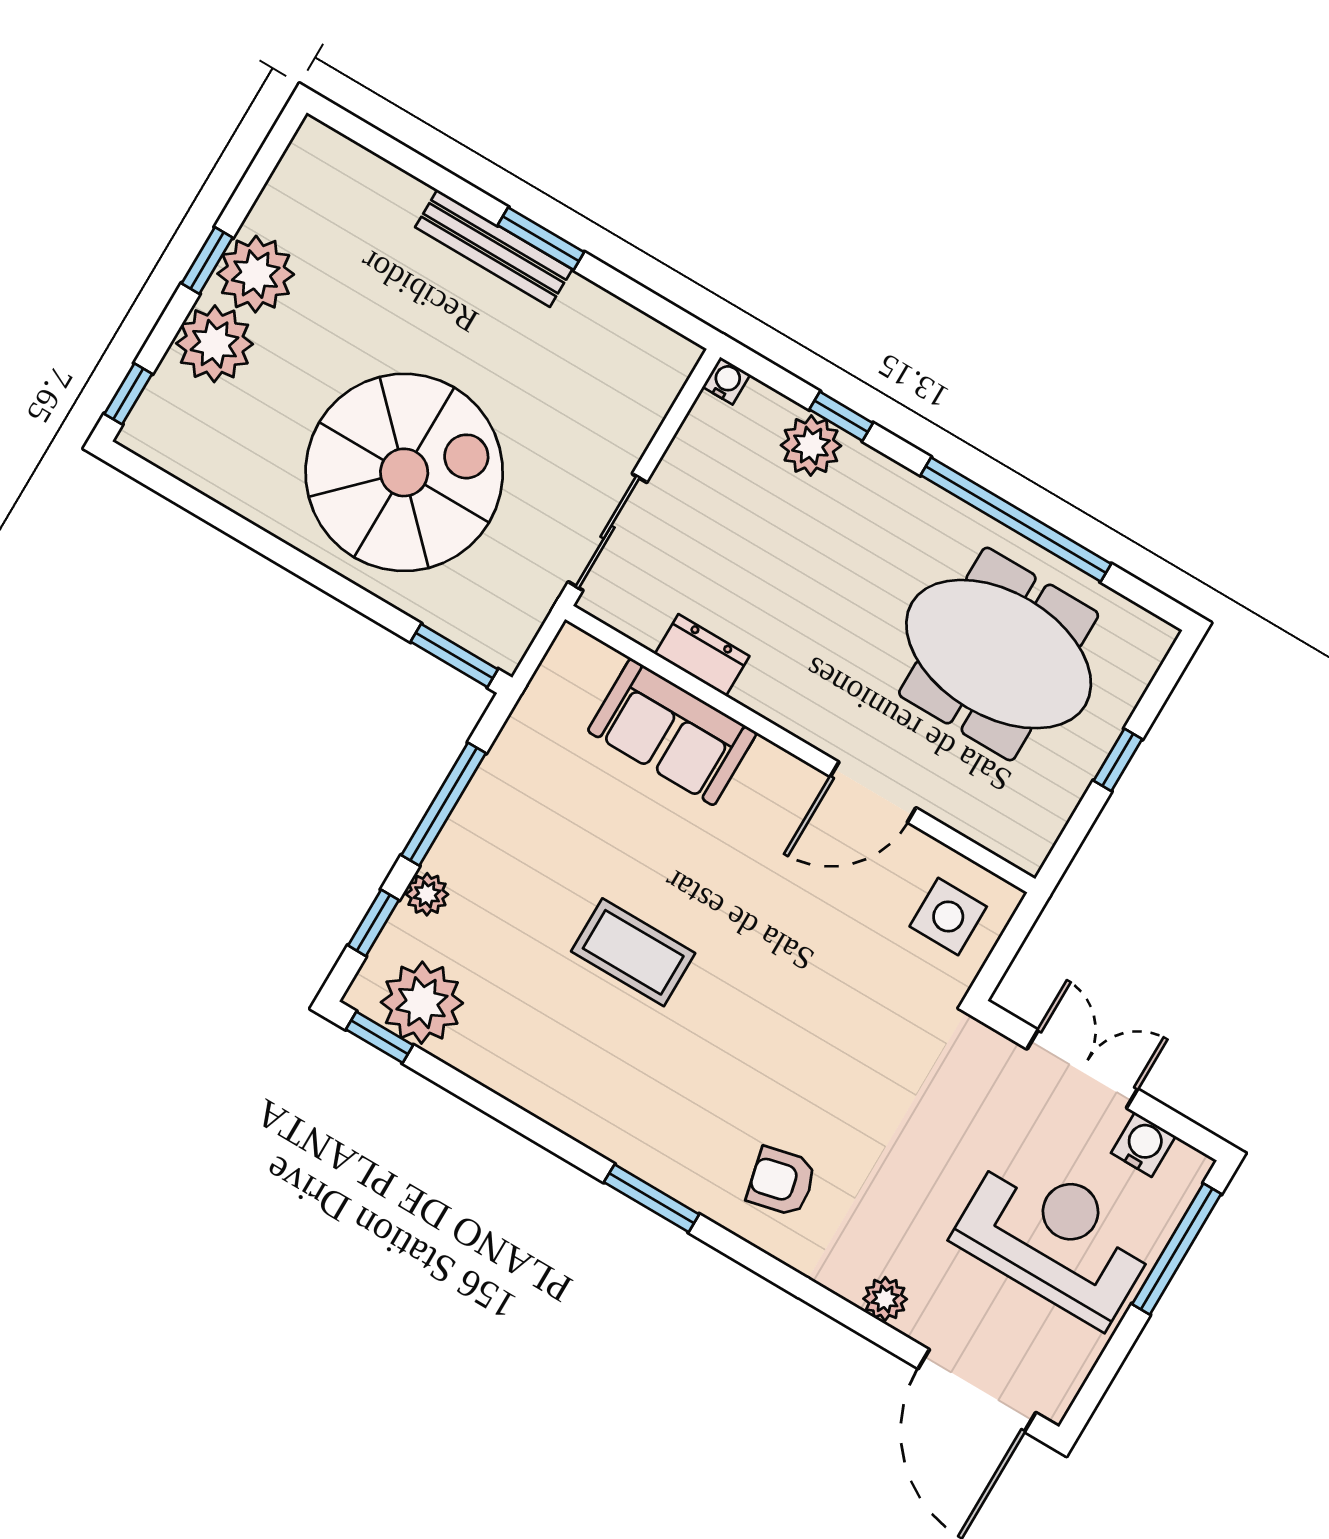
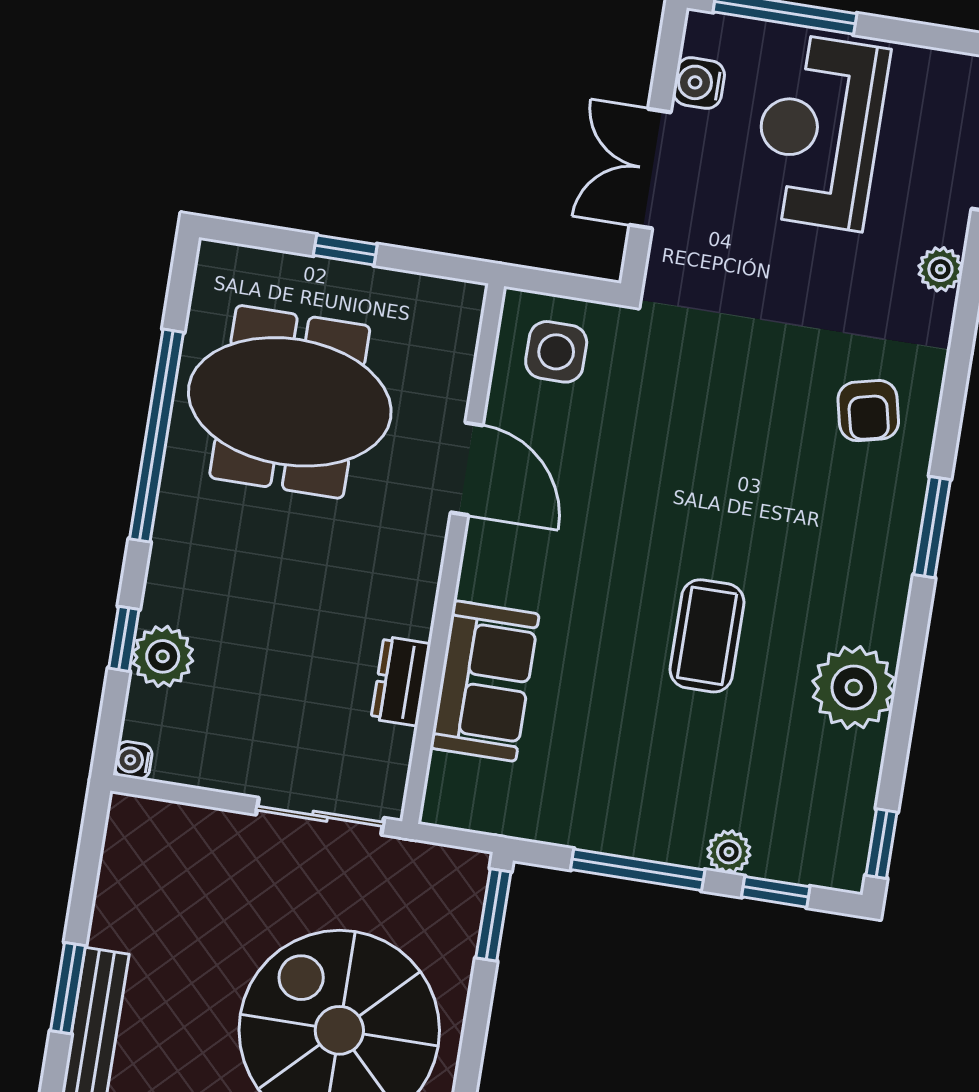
meeting table: (999, 654) -> (290, 402), turned 90
plant: (422, 1003) -> (854, 687), moved

